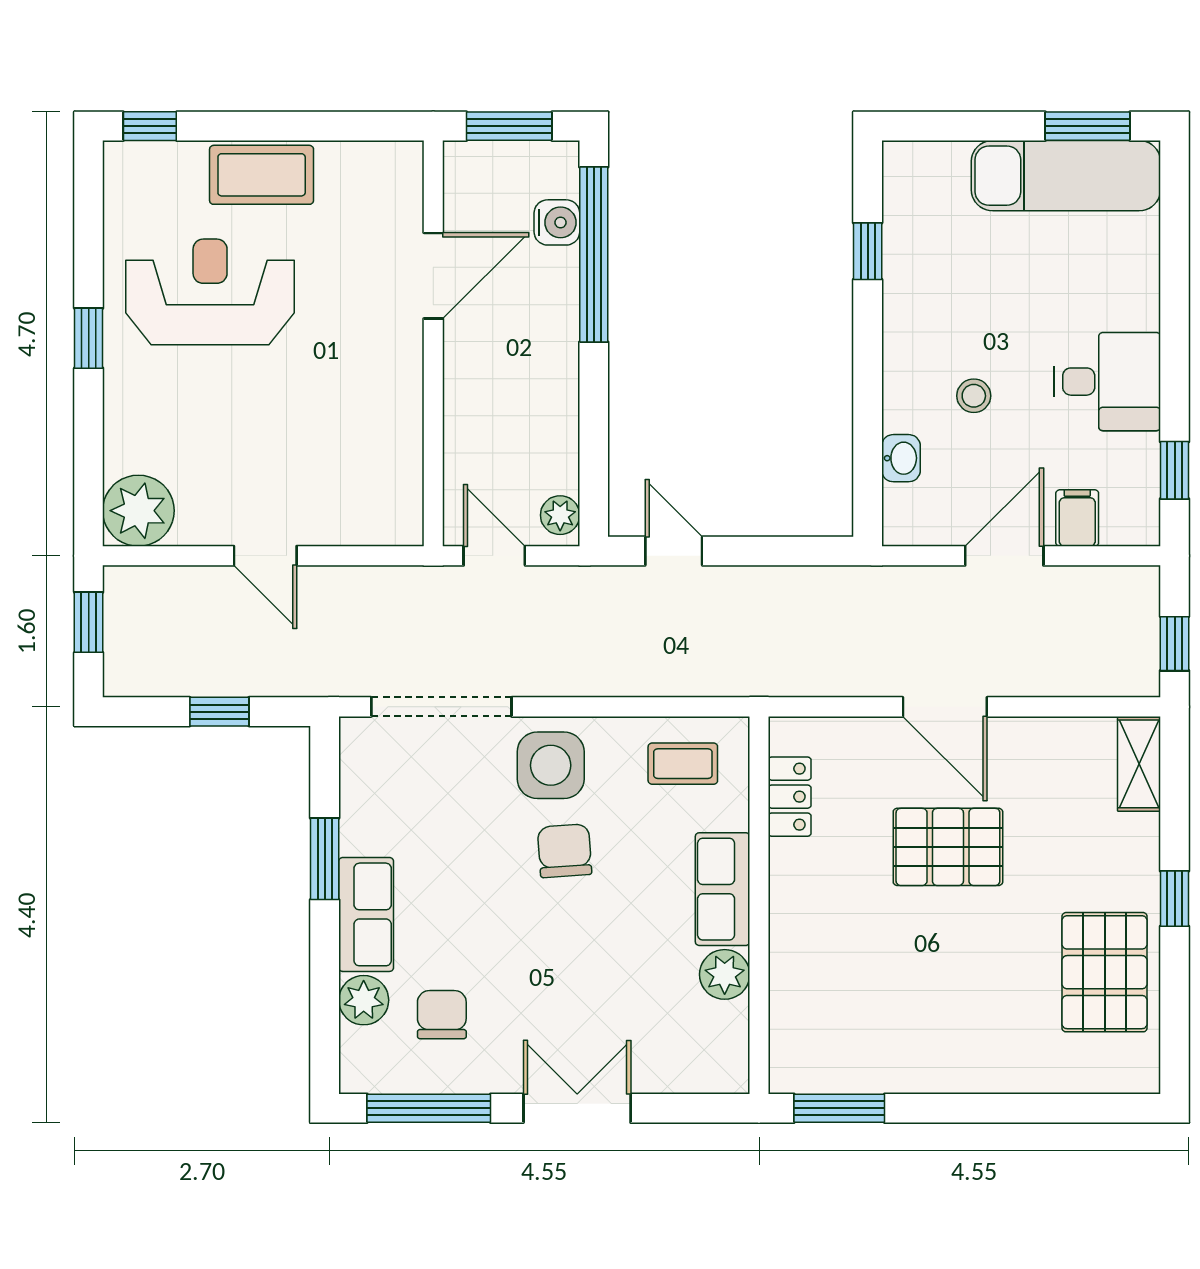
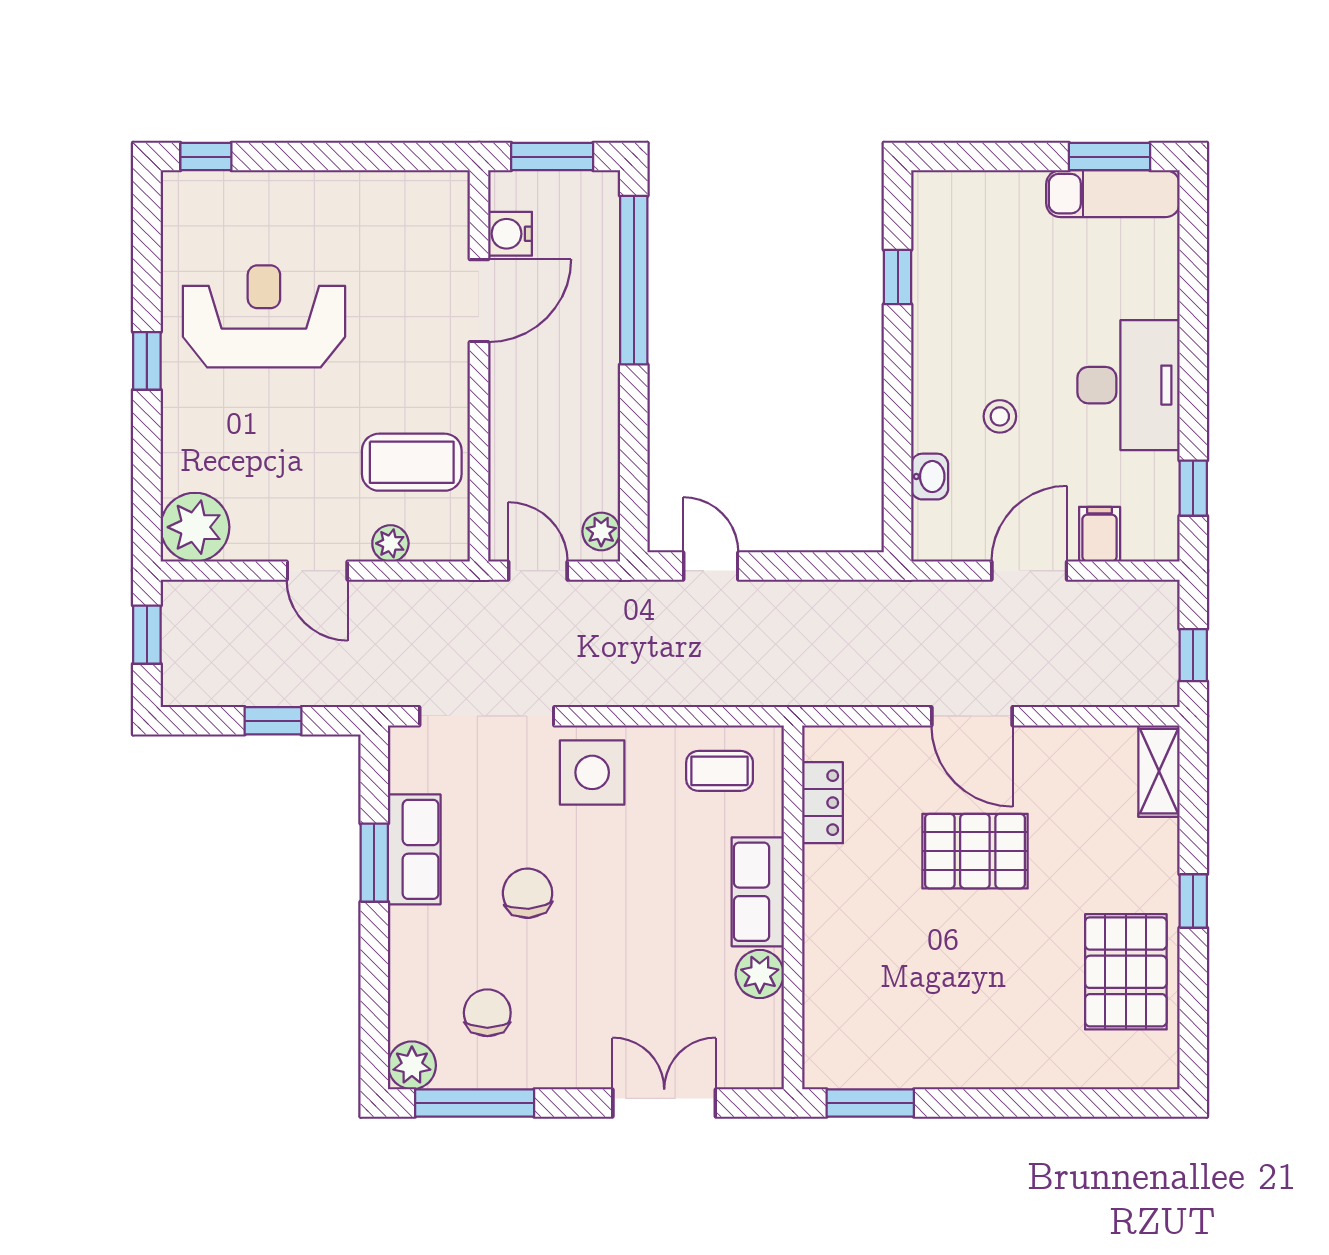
coffee table: (262, 175) -> (412, 462), moved
exam couch: (1066, 176) -> (1113, 194), width x0.73, depth x0.69
water cooler: (557, 222) -> (510, 234), moved, turned 180
desk: (1107, 382) -> (1129, 385), width x1.37
plant: (341, 528) -> (390, 543), added
chair: (565, 851) -> (528, 893), moved
row of seats: (366, 914) -> (414, 849), moved
plant: (364, 1000) -> (412, 1065), moved
double door: (577, 1108) -> (664, 1103), moved

